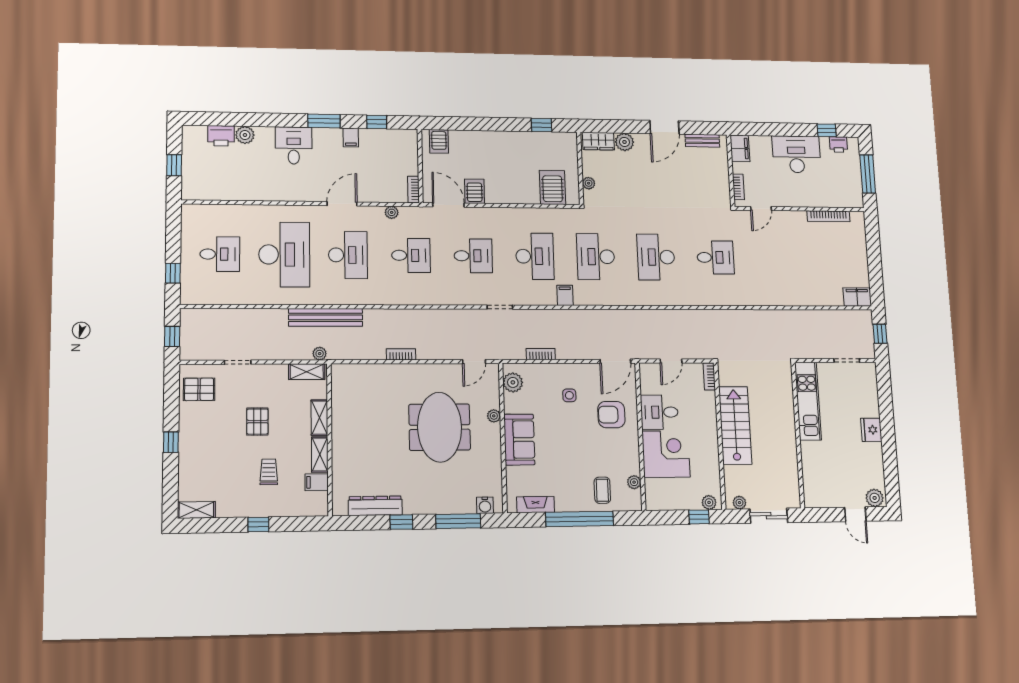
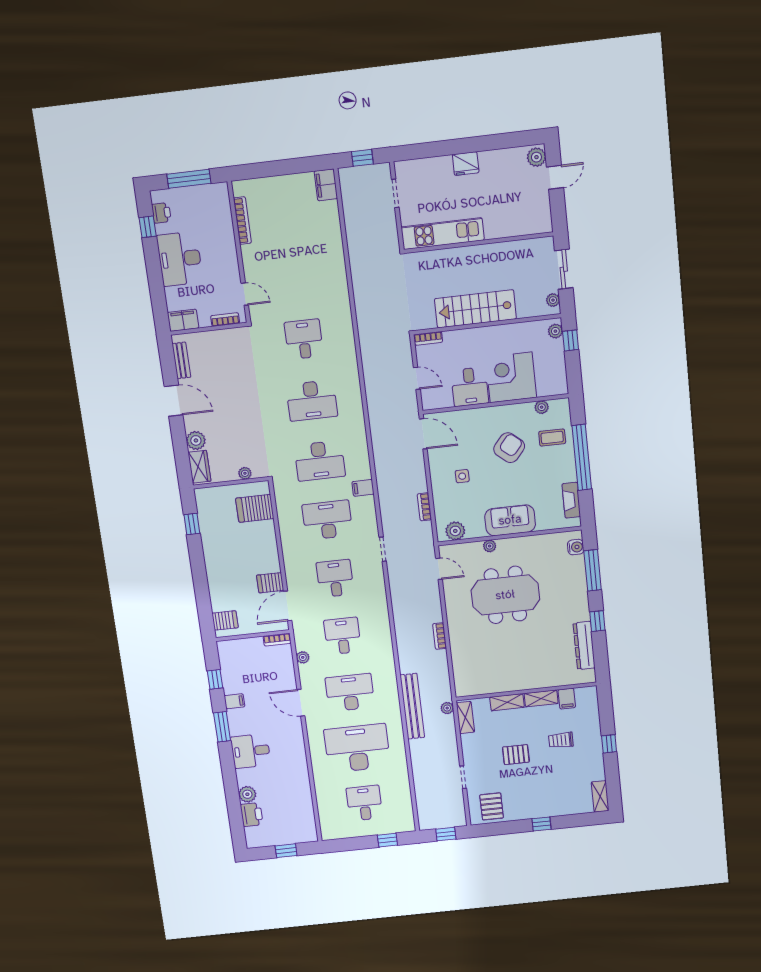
armchair: (611, 415) -> (509, 448), moved, turned -140

